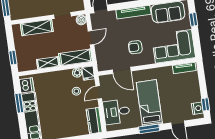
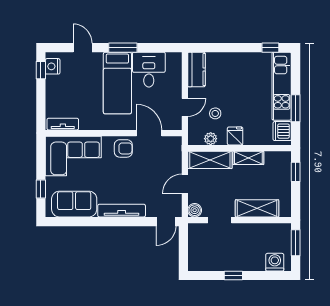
armchair: (135, 47) -> (123, 148), moved
fridge: (88, 73) -> (235, 136), moved
desk: (117, 112) -> (149, 70), moved, turned -90

